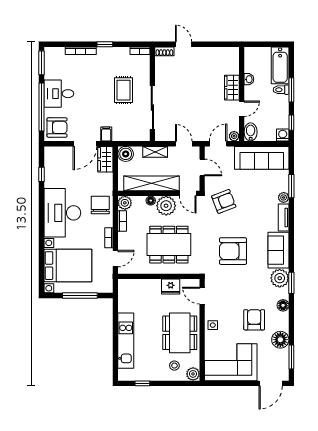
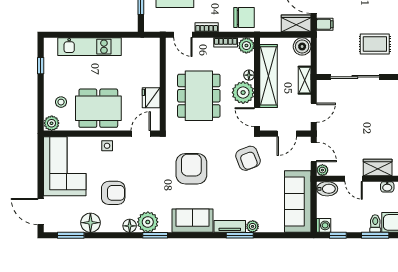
window: (291, 186) -> (240, 235), moved
door: (188, 193) -> (257, 117), hinge flipped
plant: (280, 278) -> (148, 222), moved

